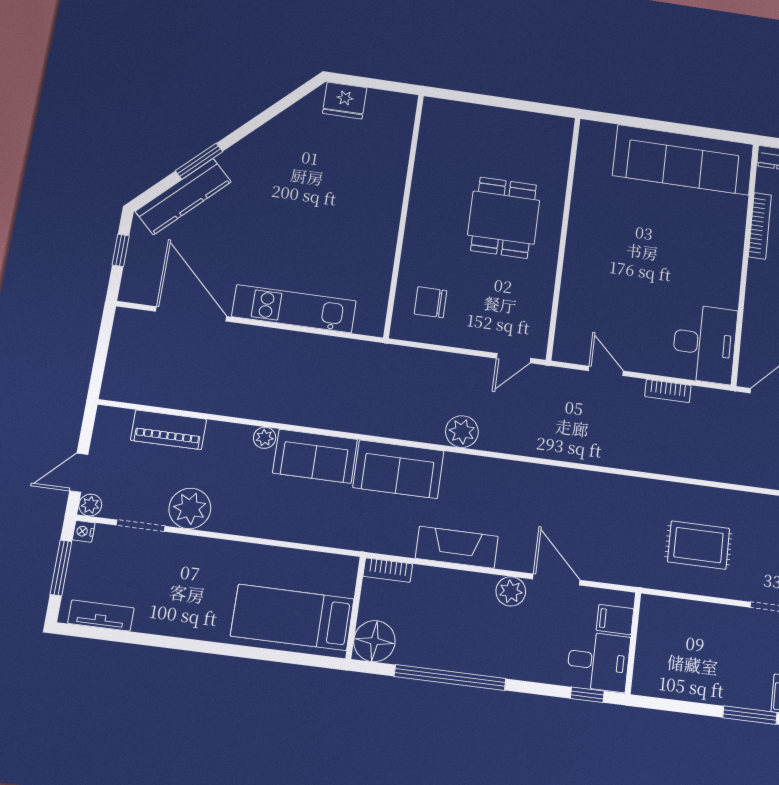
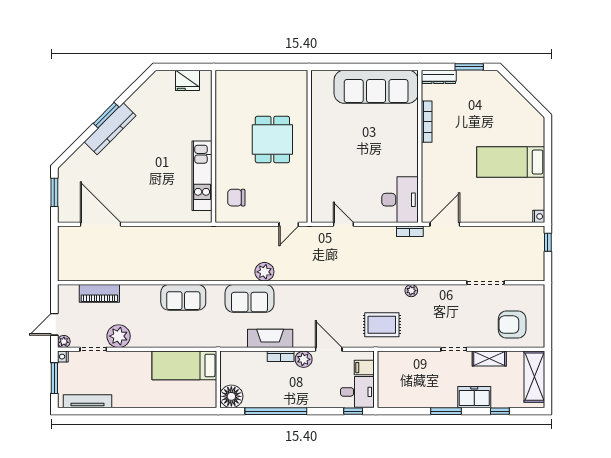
fridge: (345, 101) -> (187, 80), moved
window: (199, 161) -> (106, 115), moved
kitchen counter: (183, 196) -> (110, 129), moved
window: (121, 250) -> (54, 192), width x1.50
kitchen unit: (294, 309) -> (202, 176), moved, turned -90
bookcase: (668, 391) -> (410, 231), moved
plant: (265, 438) -> (411, 291), moved
sofa: (398, 469) -> (249, 298), moved
rug: (699, 545) -> (382, 325), moved
bookcase: (388, 570) -> (281, 356), moved
tv unit: (101, 616) -> (87, 401), width x1.41
bed: (292, 617) -> (184, 365), moved

